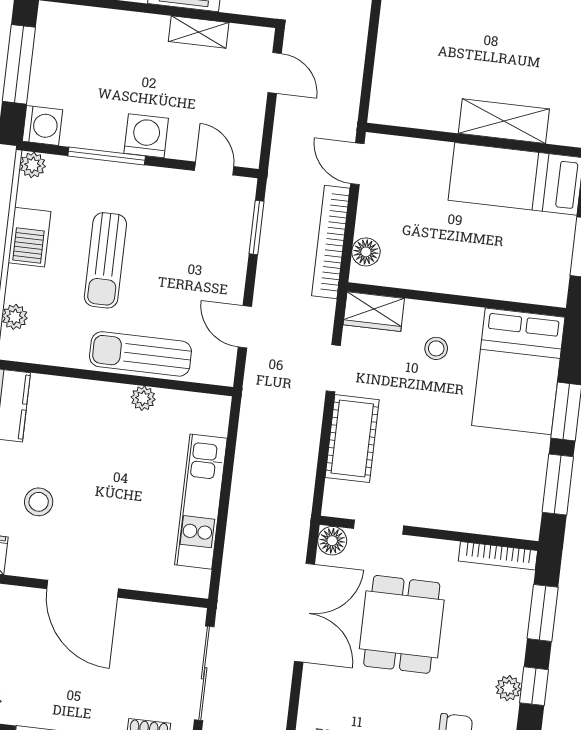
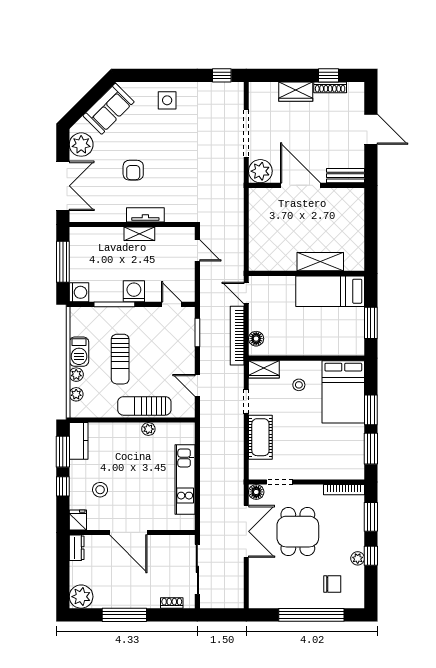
shelving: (199, 32) -> (139, 234), moved
plant: (33, 165) -> (76, 375), moved

